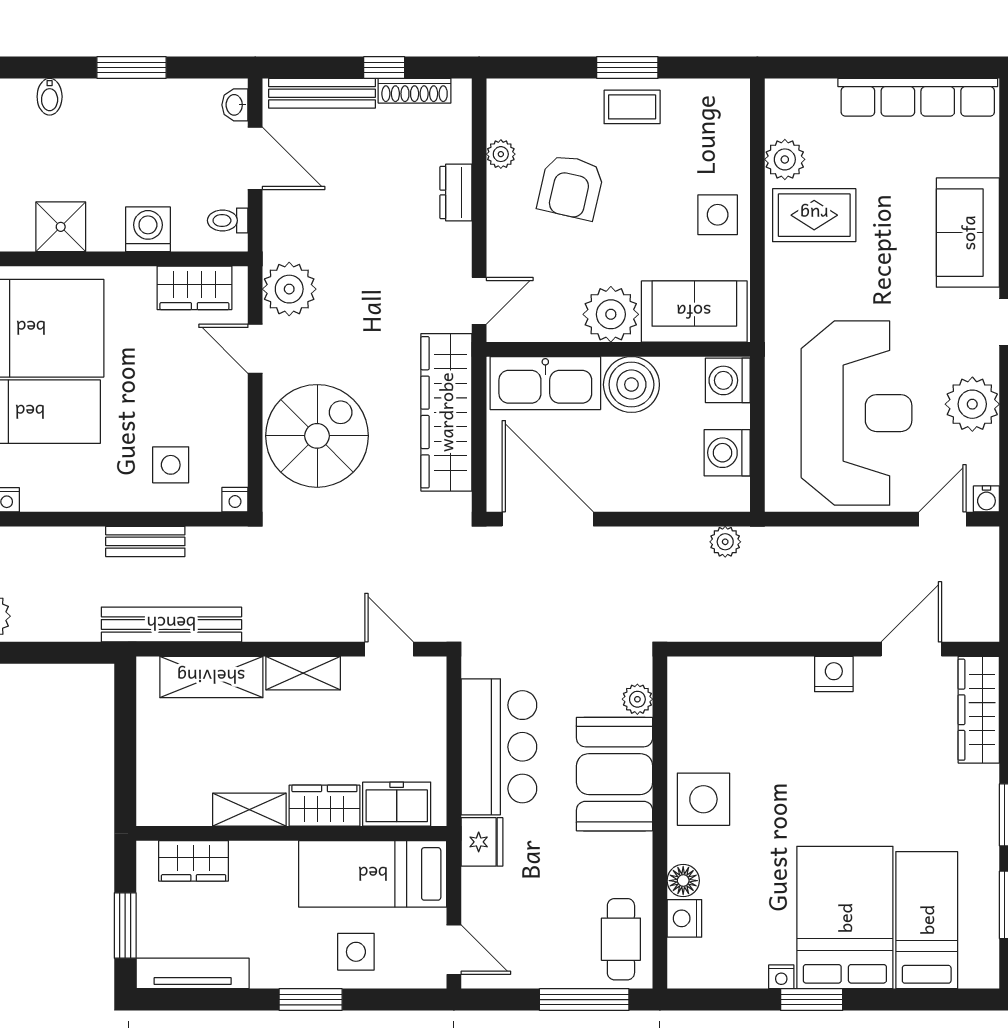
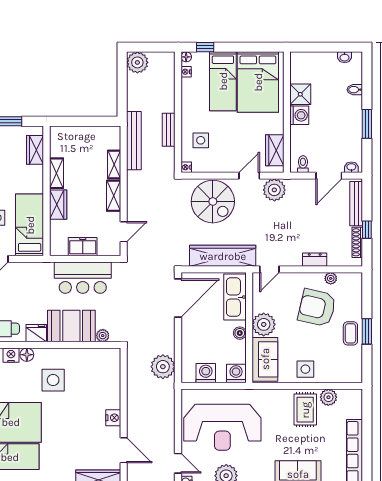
armchair: (571, 187) -> (317, 308), width x1.36, depth x1.36
washing machine: (148, 229) -> (299, 115), moved
door: (479, 301) -> (269, 269), hinge flipped
boiler: (631, 385) -> (240, 333), width x0.54, depth x0.54
plant: (725, 542) -> (163, 367), width x1.87, depth x1.87
shelving: (211, 677) -> (114, 165), width x0.67, depth x0.75
side table: (703, 799) -> (53, 380), moved
freezer: (397, 804) -> (83, 247), moved, turned -90
fridge: (482, 842) -> (36, 333), moved, turned 180

